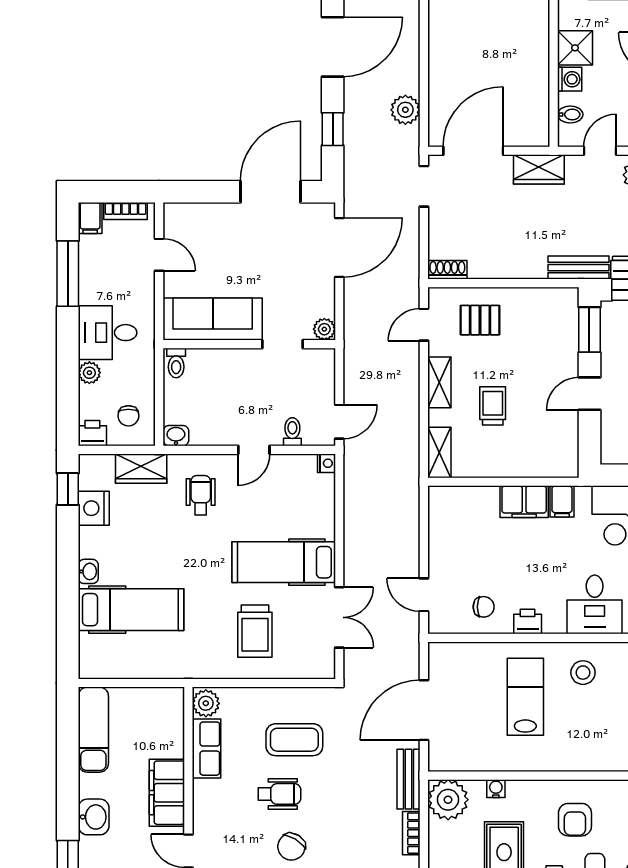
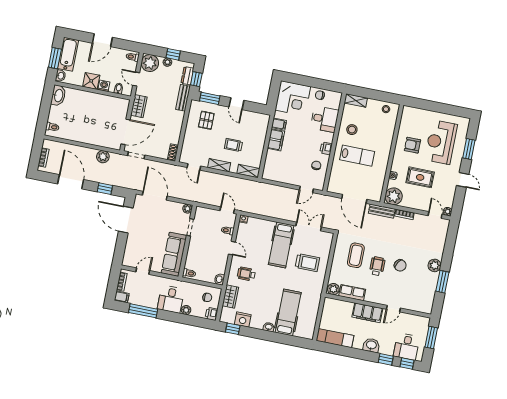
door: (473, 151) -> (126, 132), swing flipped
pallet: (480, 320) -> (206, 120), moved
lab bench: (525, 697) -> (357, 156), turned 180
armchair: (575, 820) -> (412, 145), turned 180

